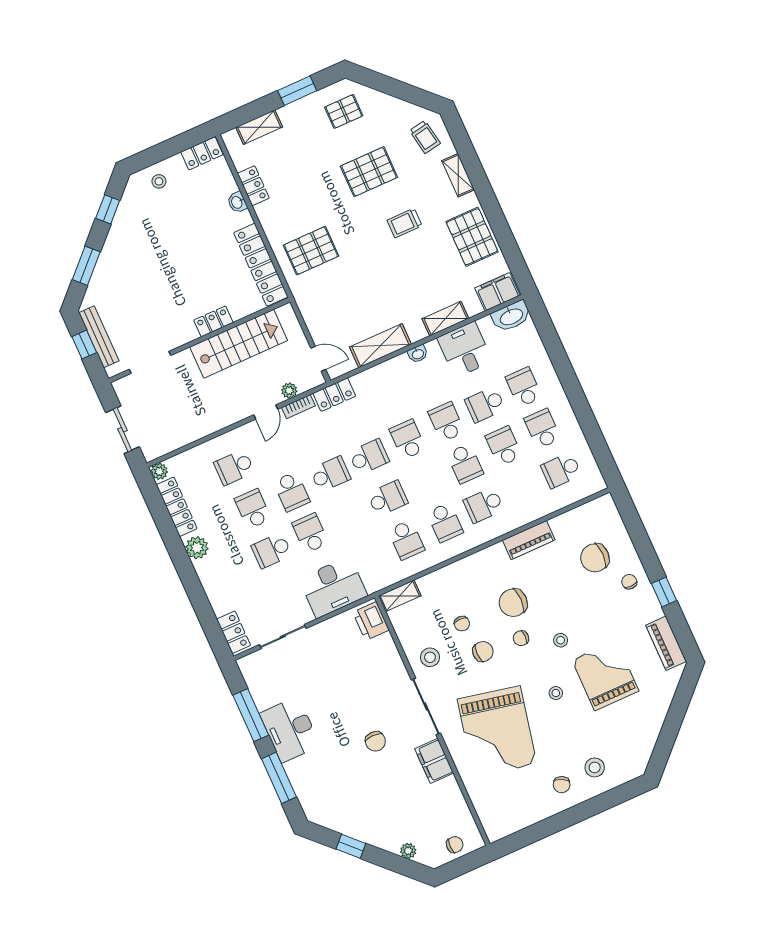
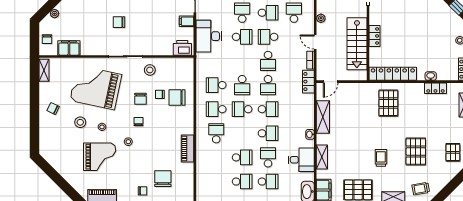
plant: (289, 391) -> (321, 18), moved
school desk: (465, 464) -> (242, 109), moved
school desk: (561, 470) -> (216, 182), removed
shelving: (400, 596) -> (44, 70), moved
chair: (513, 603) -> (177, 98), moved, turned -90
filing cabinet: (325, 633) -> (187, 21), added
filing cabinet: (434, 761) -> (69, 48), moved
stool: (595, 767) -> (80, 122), moved

